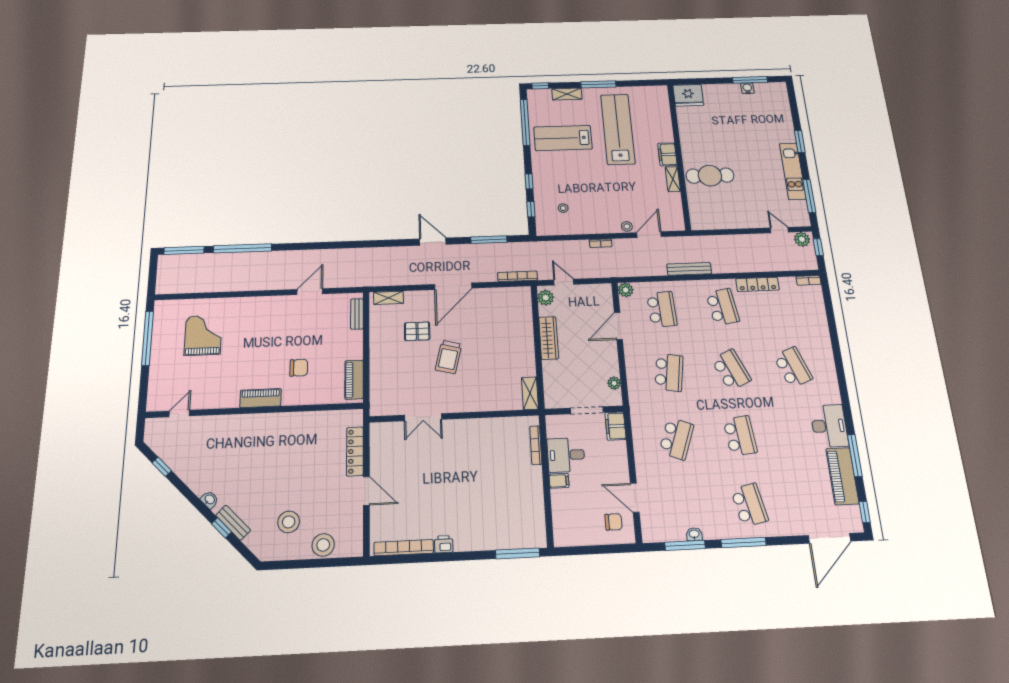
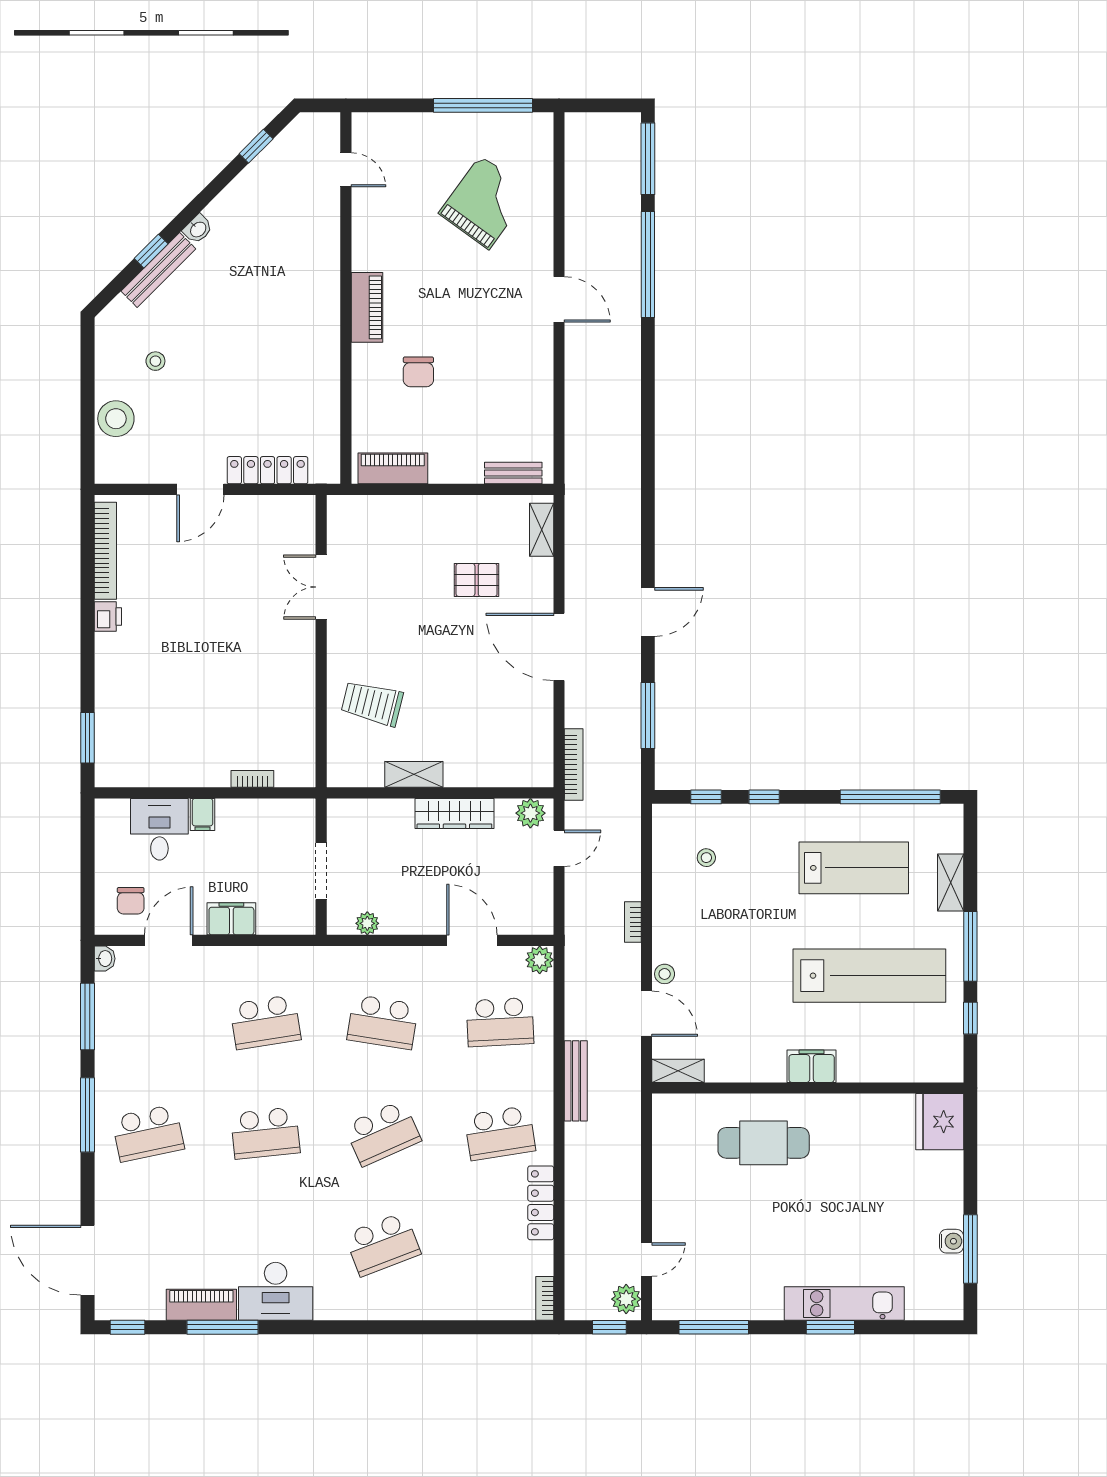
window: (540, 86) -> (970, 1018), moved
lab bench: (563, 138) -> (854, 868), turned 90
kitchen unit: (793, 171) -> (844, 1303), moved
cafe table: (710, 176) -> (764, 1143), turned 90
shelving: (673, 179) -> (678, 1071), moved
door: (310, 292) -> (559, 299), moved
pallet: (417, 331) -> (477, 580), turned 90
grand piano: (203, 335) -> (485, 202), turned -54
trolley: (448, 357) -> (372, 703), moved
shelving: (530, 393) -> (414, 774), moved
filing cabinet: (615, 426) -> (231, 919), moved
school desk: (676, 439) -> (265, 1022), turned -30
bookcase: (536, 445) -> (252, 779), width x0.64
desk: (566, 455) -> (159, 829), moved
piano: (842, 476) -> (201, 1305), width x0.73, depth x0.75
stool: (289, 522) -> (155, 361), width x0.53, depth x0.53
bench: (233, 523) -> (158, 270), width x1.36
washbasin: (694, 534) -> (105, 959), moved
window: (518, 553) -> (88, 738), width x0.69

